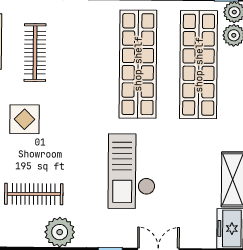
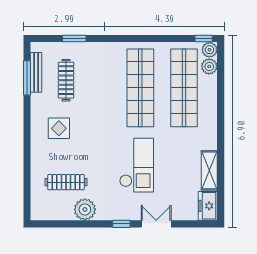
checkout: (132, 171) -> (136, 165), turned 180

